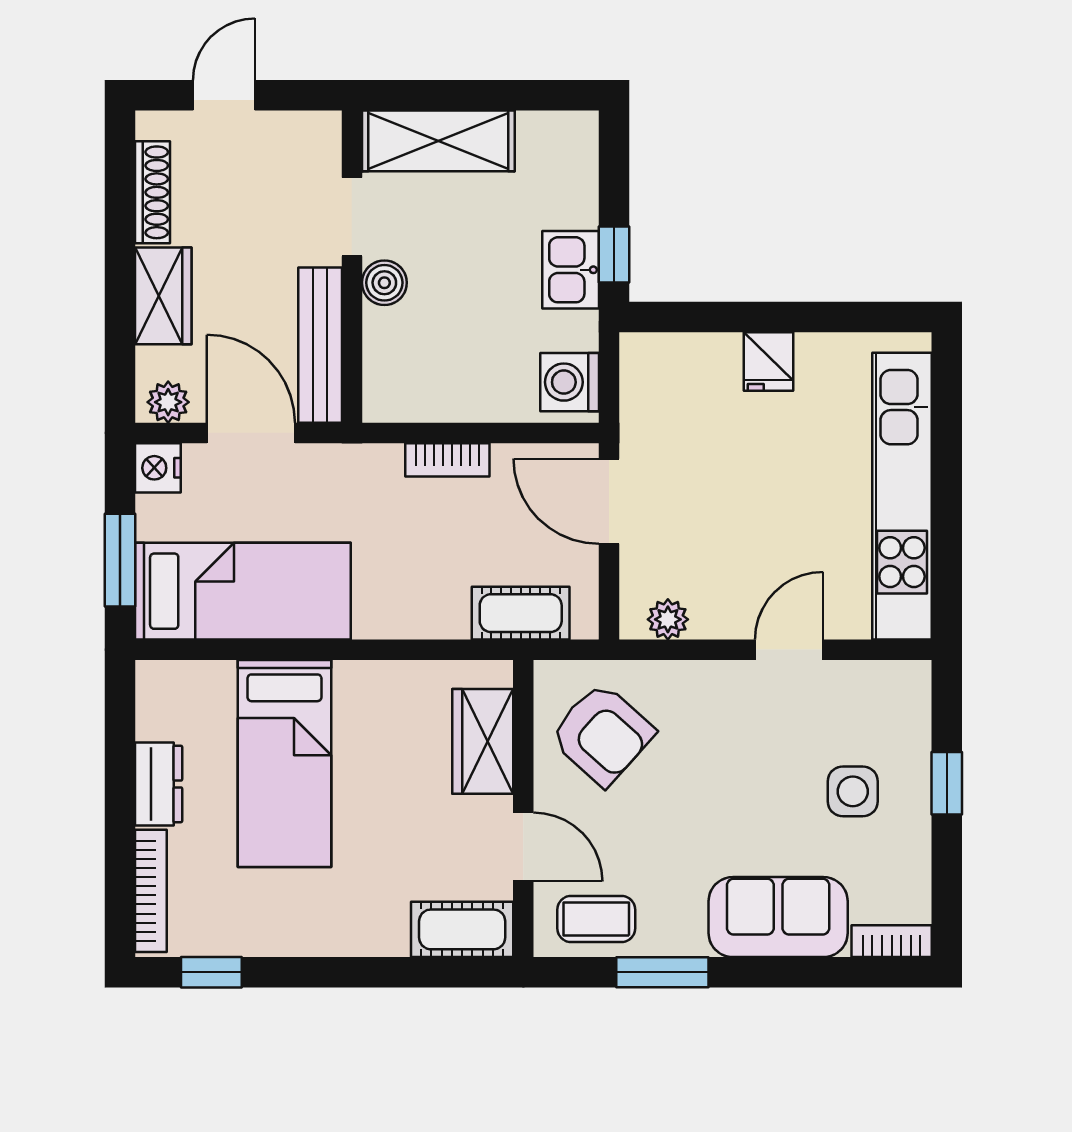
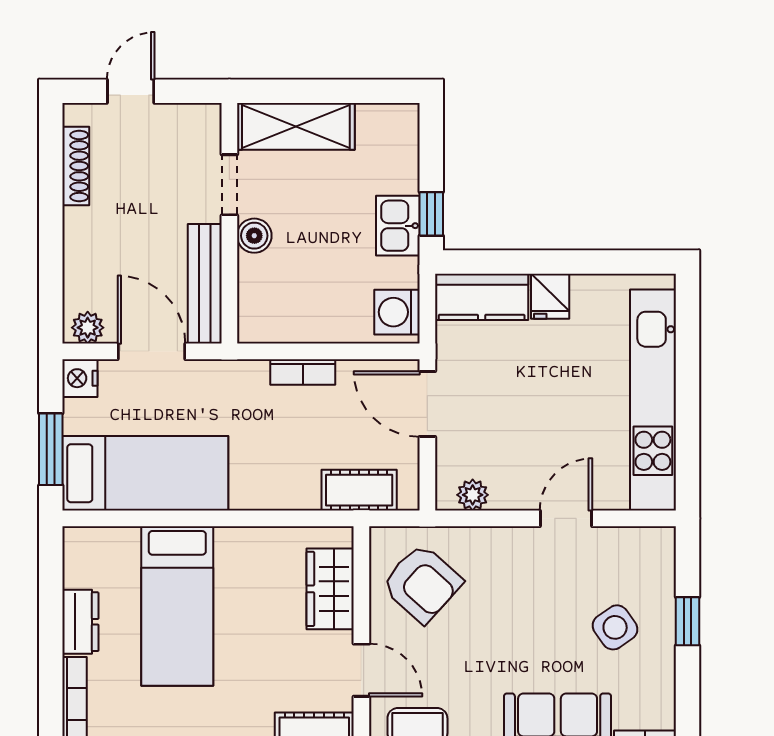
wardrobe: (163, 296) -> (84, 246), removed
kitchen counter: (679, 362) -> (482, 297), added
side table: (853, 791) -> (615, 627), turned -35

